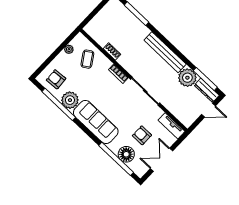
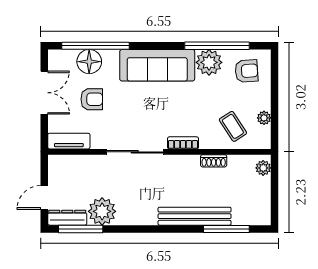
plant: (92, 26) -> (263, 168), added
bench: (165, 52) -> (195, 216), moved

